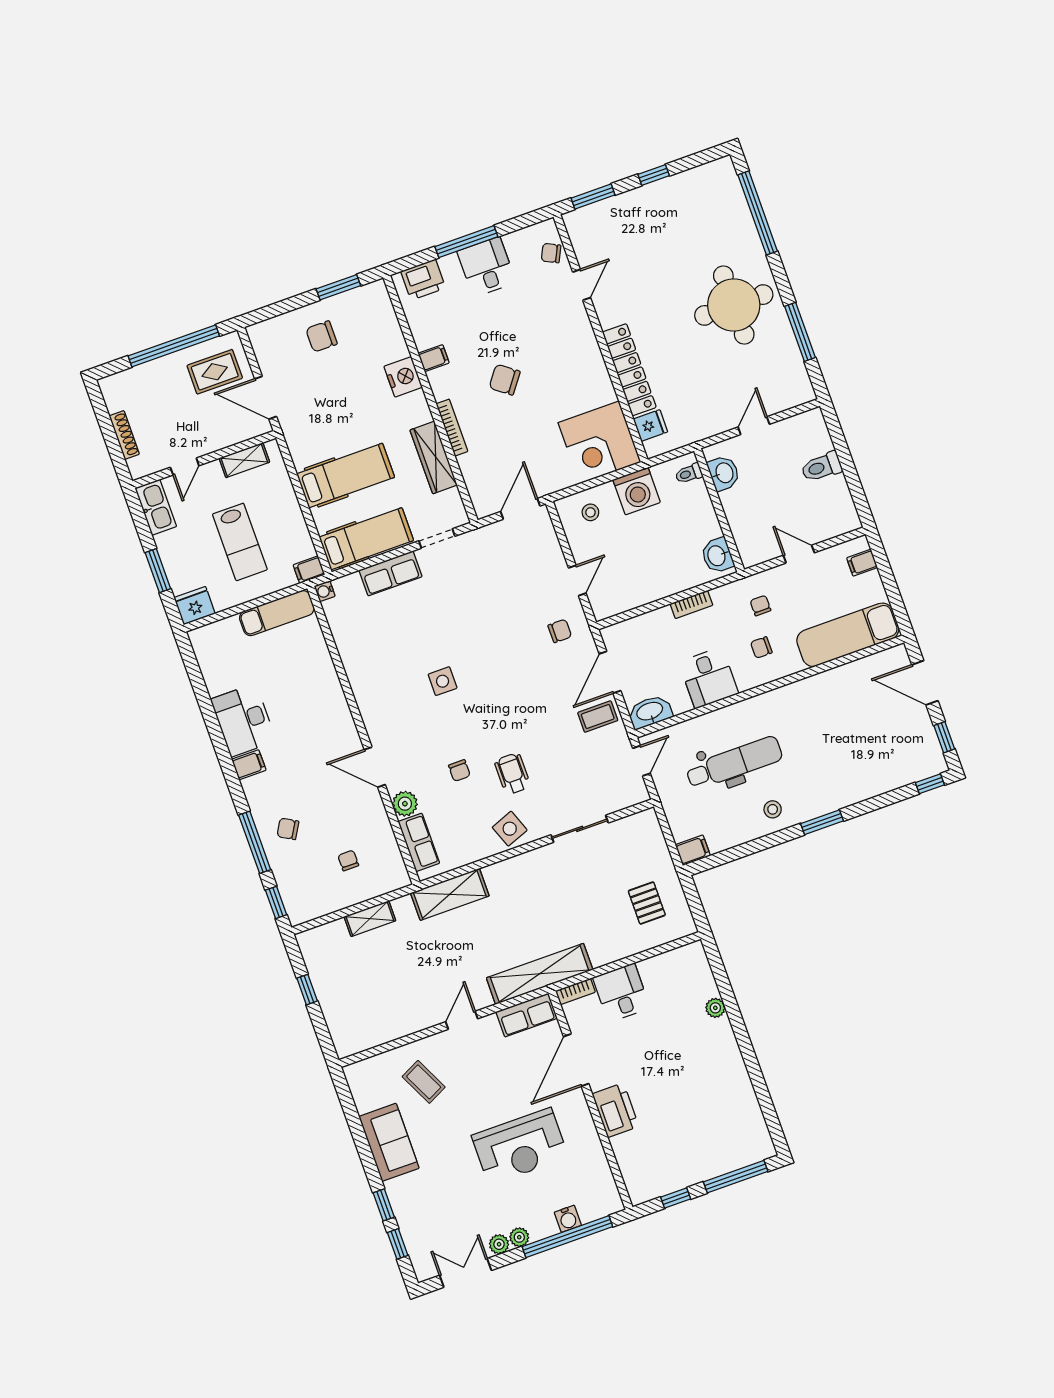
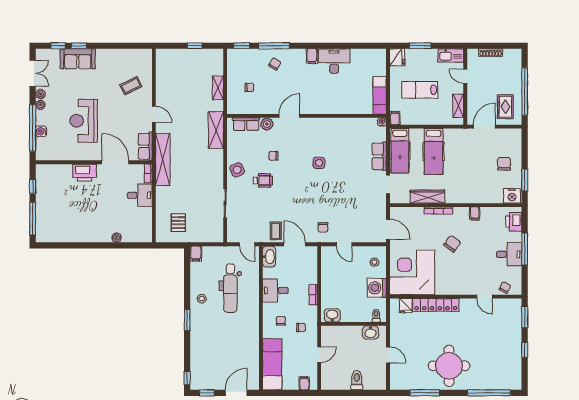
nightstand: (403, 377) -> (512, 196), moved
corner desk: (599, 442) -> (412, 272), width x1.36, depth x1.36
pallet: (647, 903) -> (178, 223), turned 90
sofa: (389, 1142) -> (78, 59), moved

